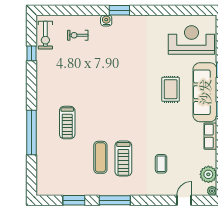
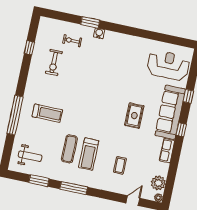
window: (119, 10) -> (90, 22), moved
exercise bike: (45, 35) -> (54, 62), moved
rug: (171, 89) -> (134, 116), moved
treadmill: (67, 123) -> (47, 113), turned -90
weight bench: (58, 175) -> (30, 156), added

